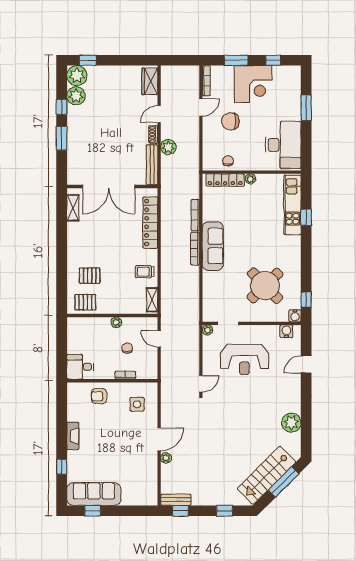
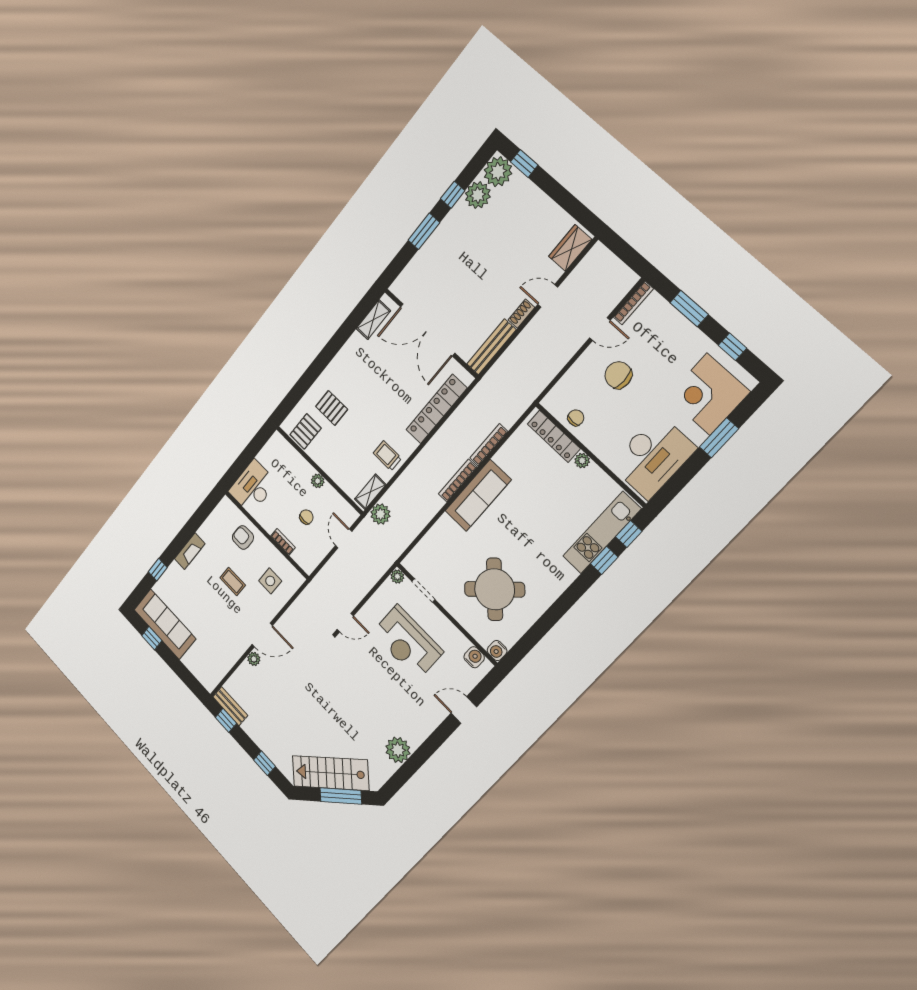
corner desk: (253, 84) -> (708, 394), moved, turned 90
plant: (168, 147) -> (380, 514), moved
window: (306, 300) -> (629, 534), moved
pallet: (85, 302) -> (306, 431), turned 90
desk: (80, 367) -> (253, 487), width x1.37
coffee table: (115, 427) -> (233, 582), added

